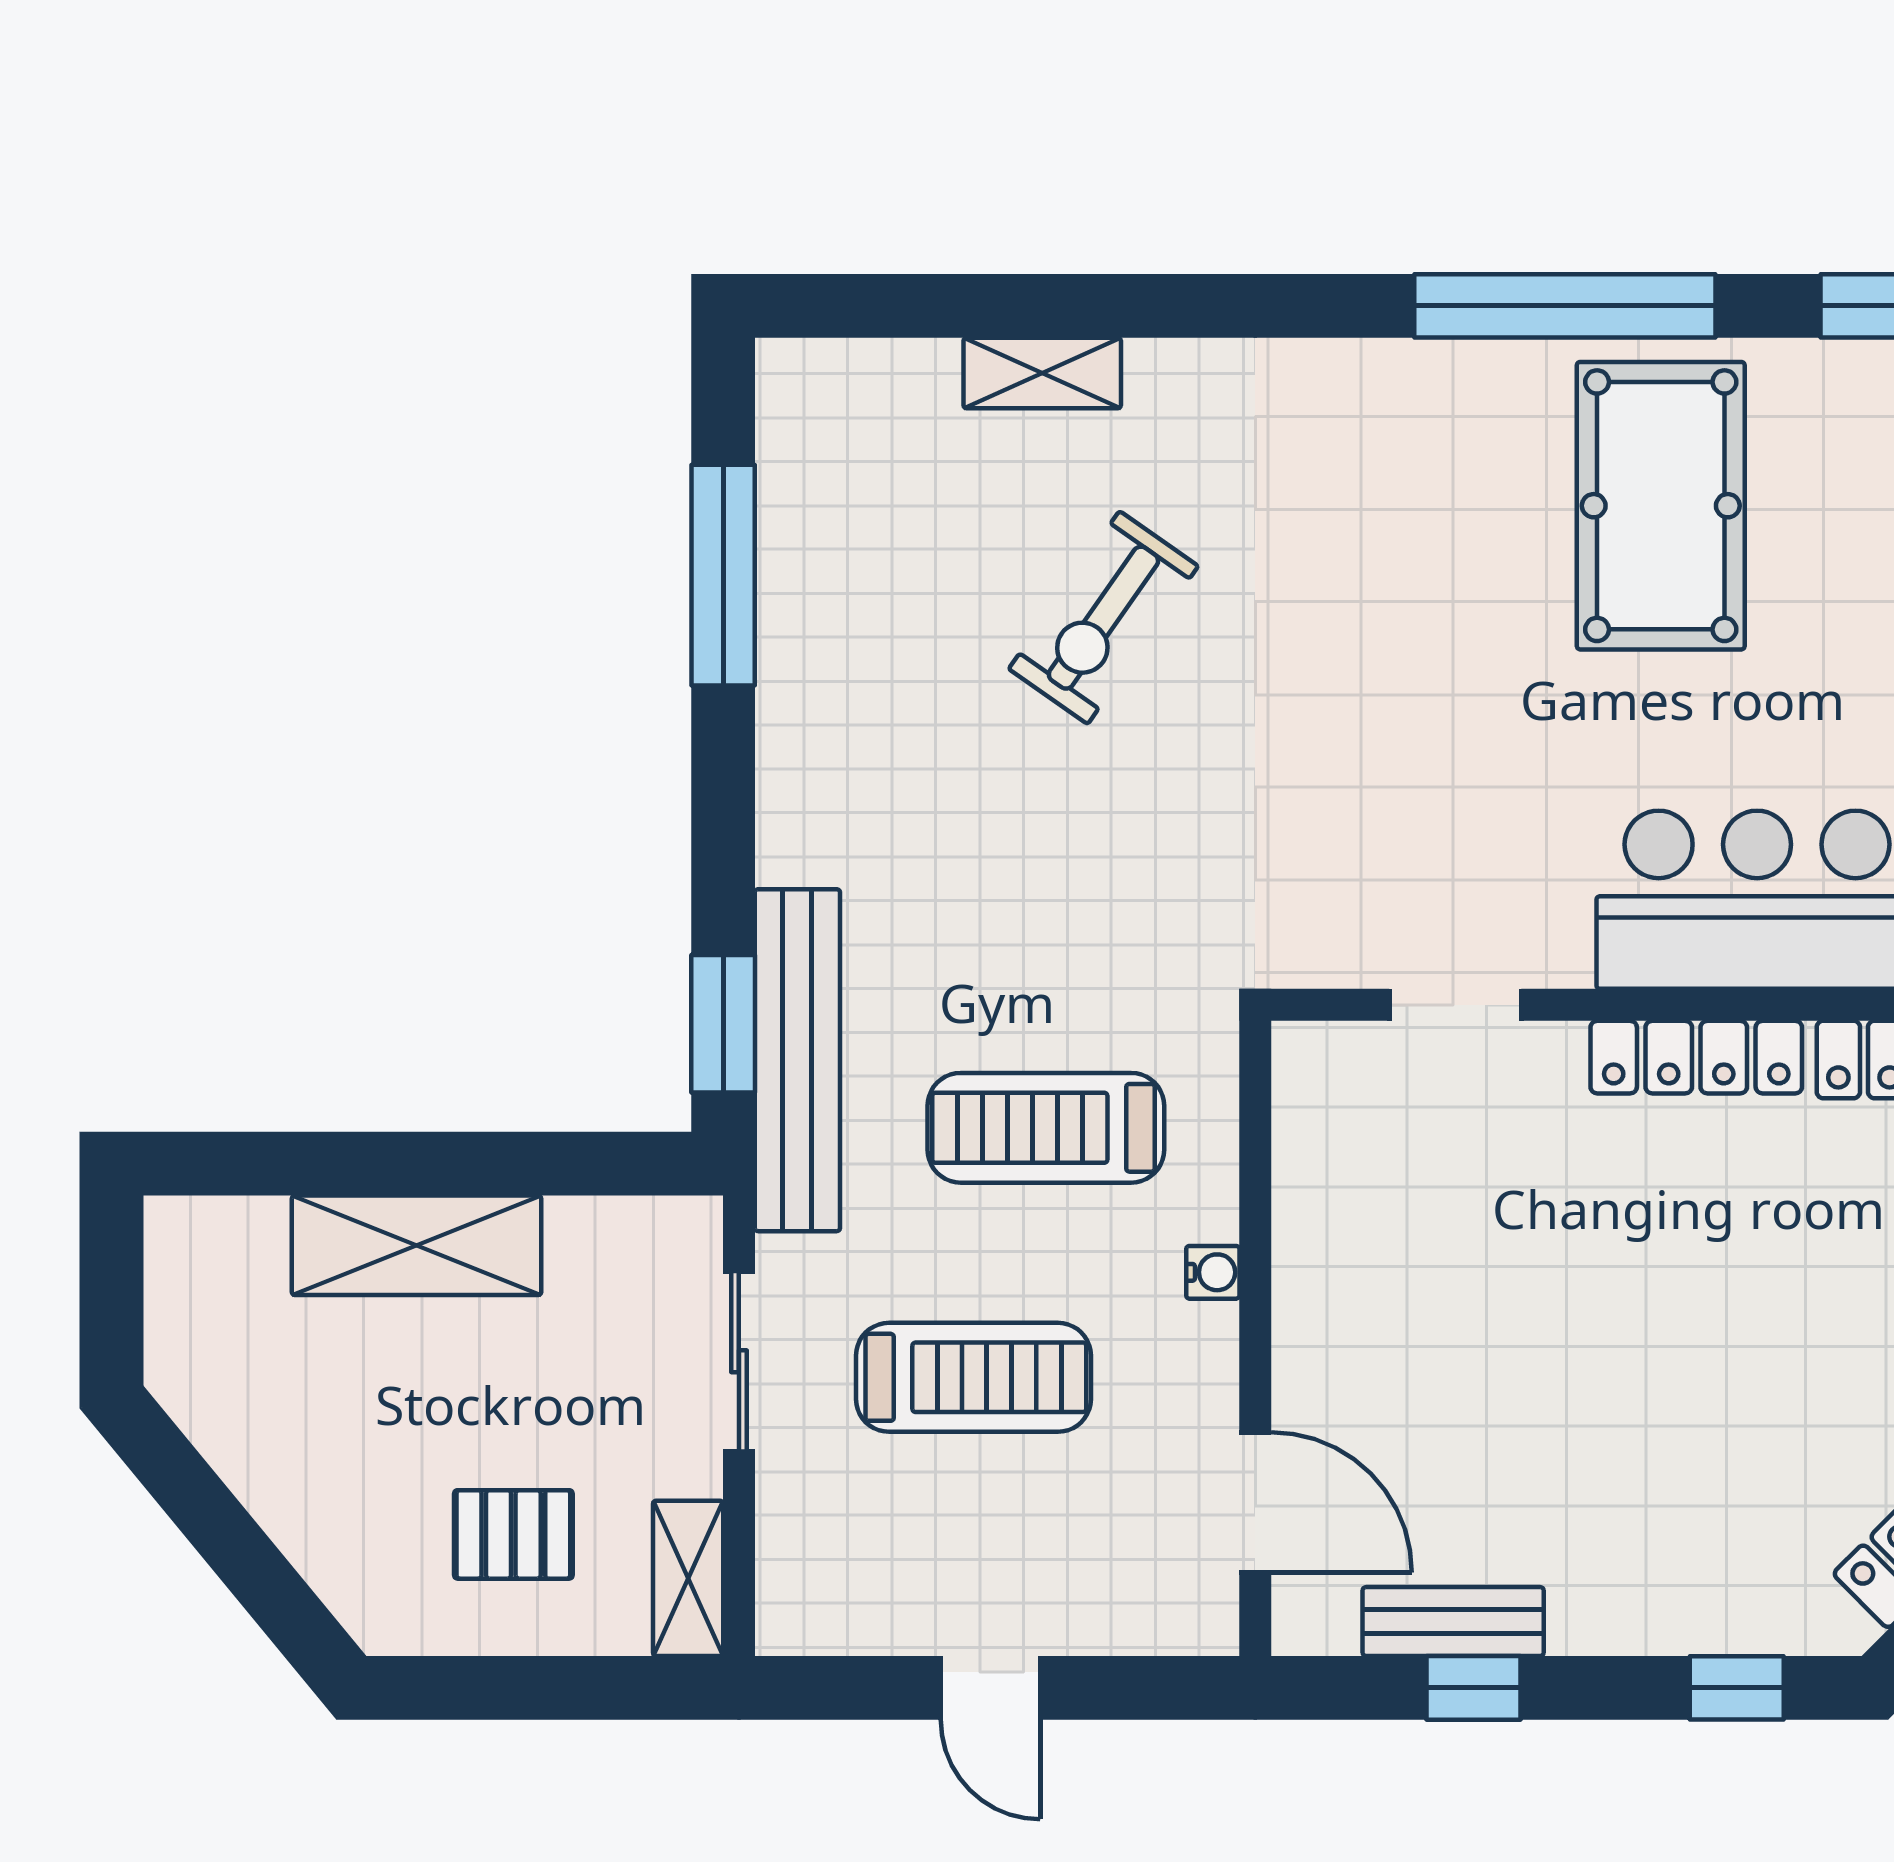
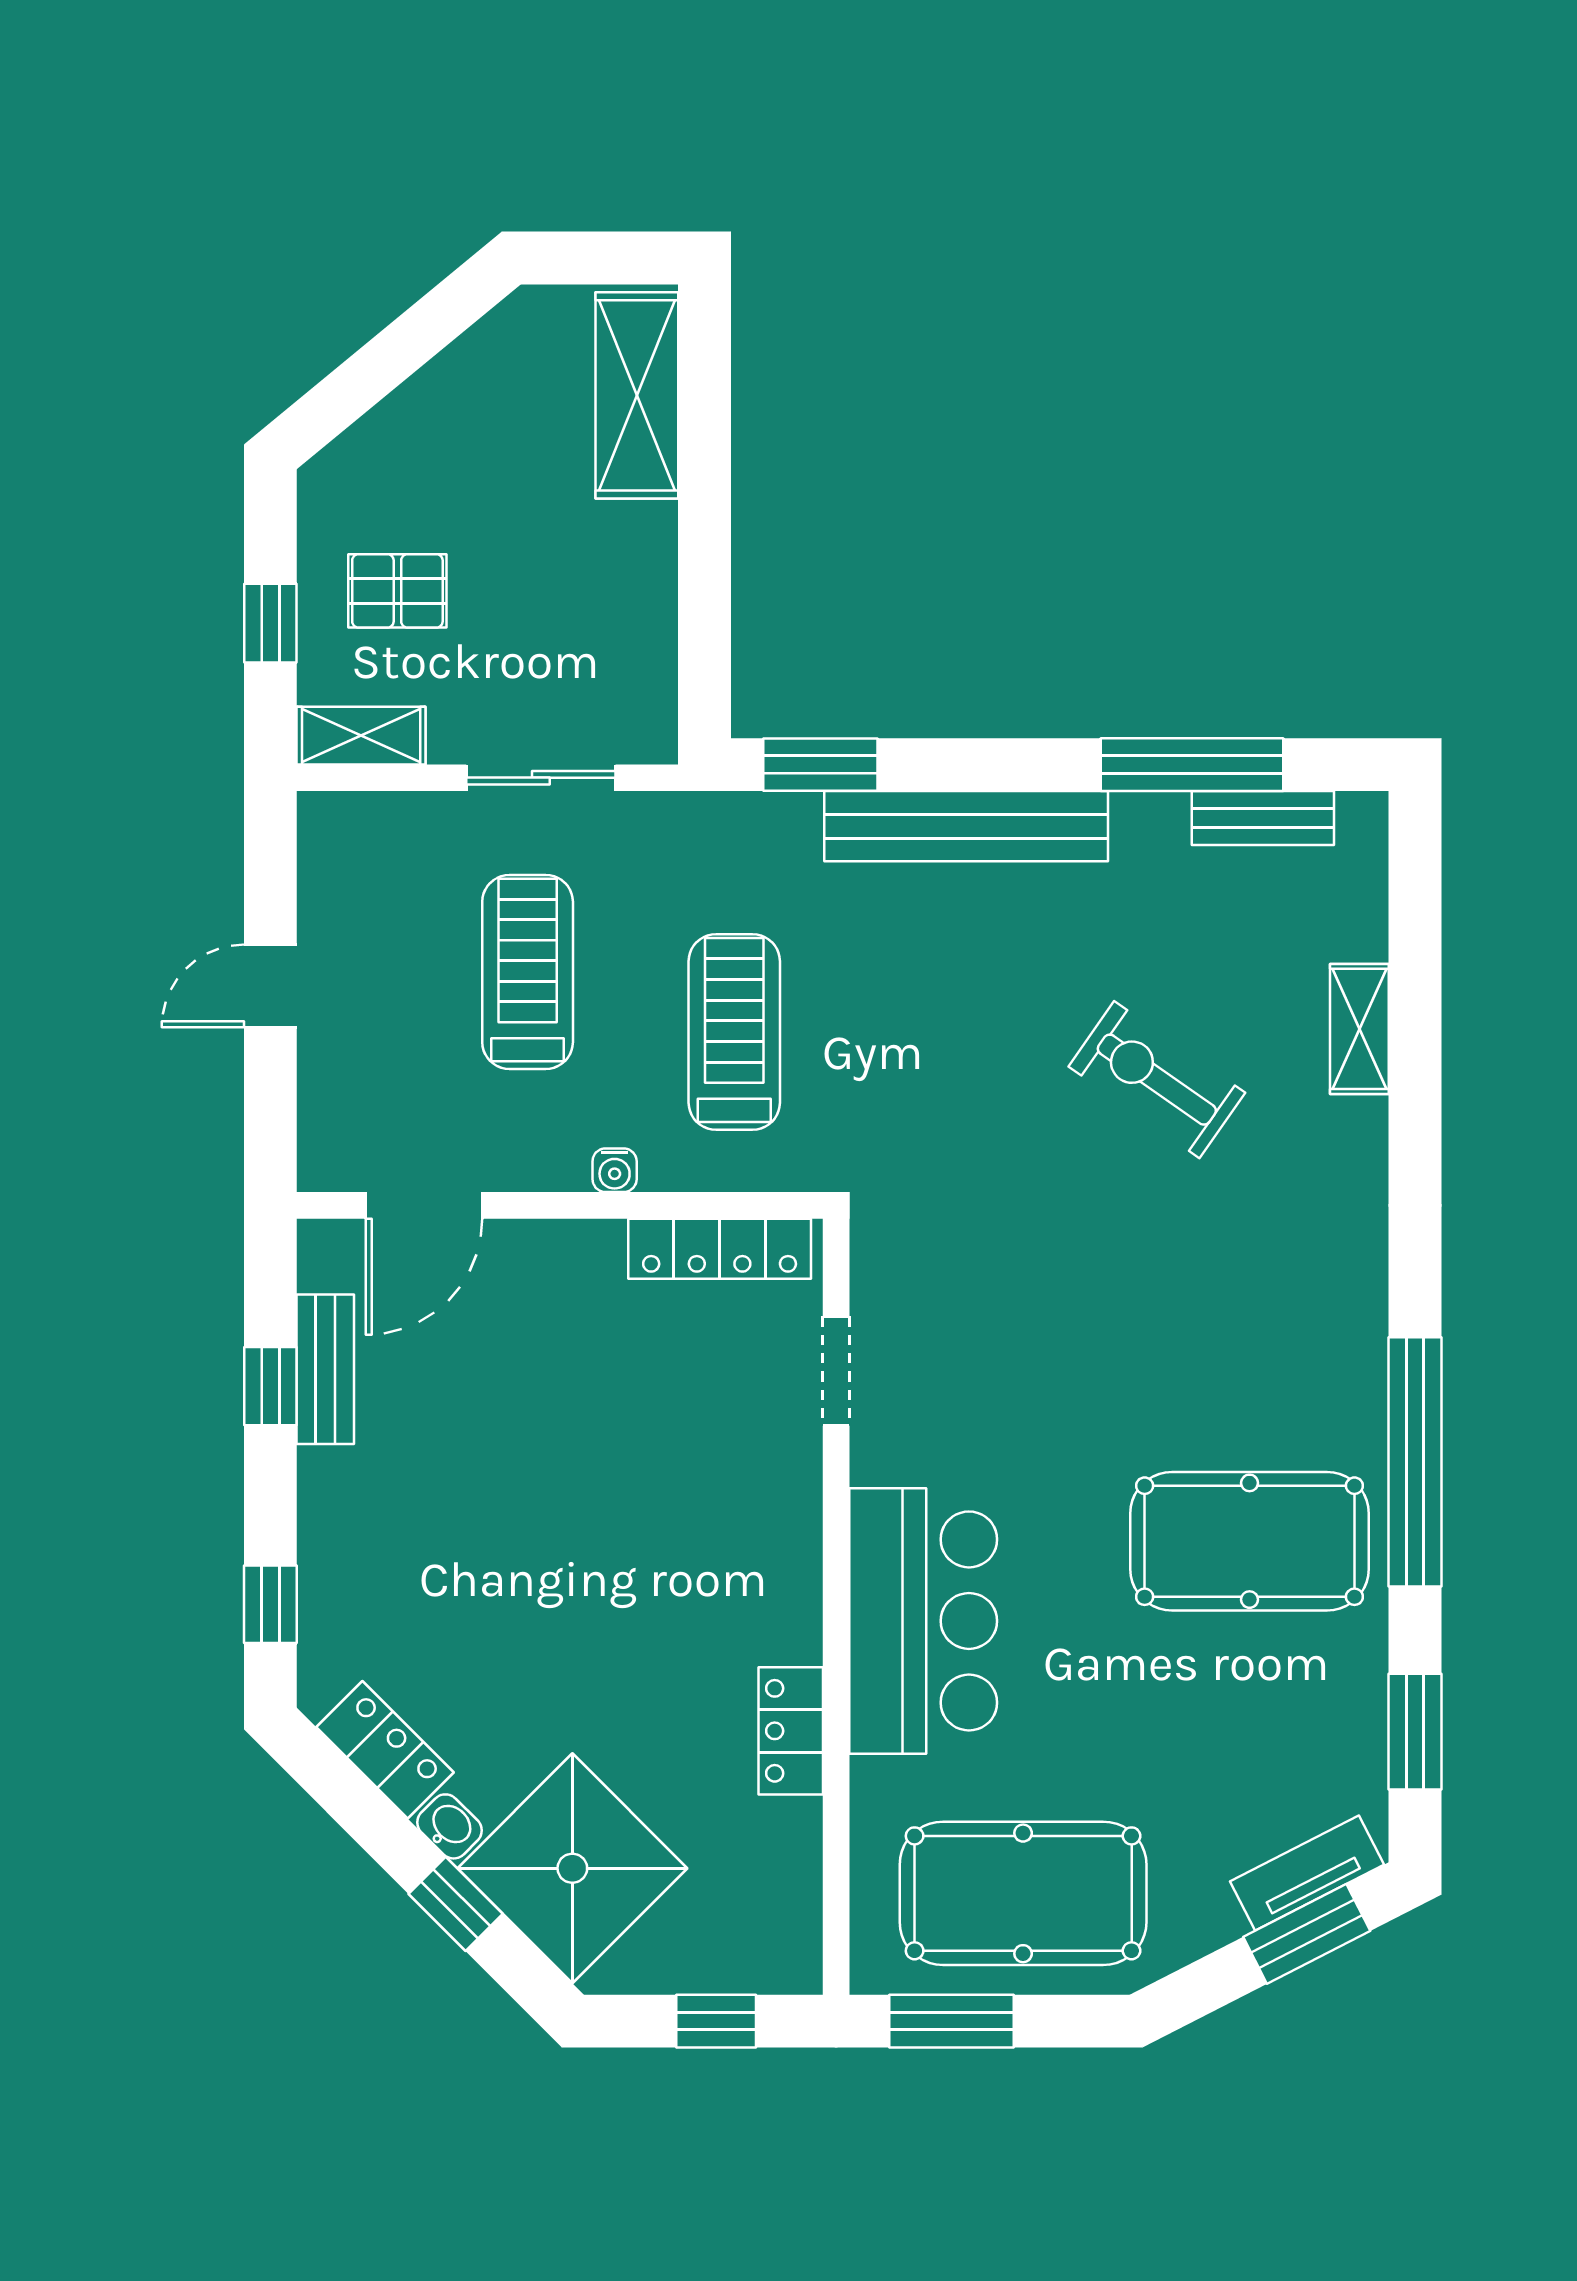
bench: (788, 490) -> (1263, 818), added
locker: (1696, 1057) -> (720, 1249), moved, turned -90
bench: (797, 1060) -> (966, 826), moved
shelving: (417, 1245) -> (637, 395), moved
treadmill: (973, 1377) -> (528, 972), turned 180
pallet: (513, 1534) -> (397, 591), turned 90
window: (552, 1688) -> (270, 623), added

